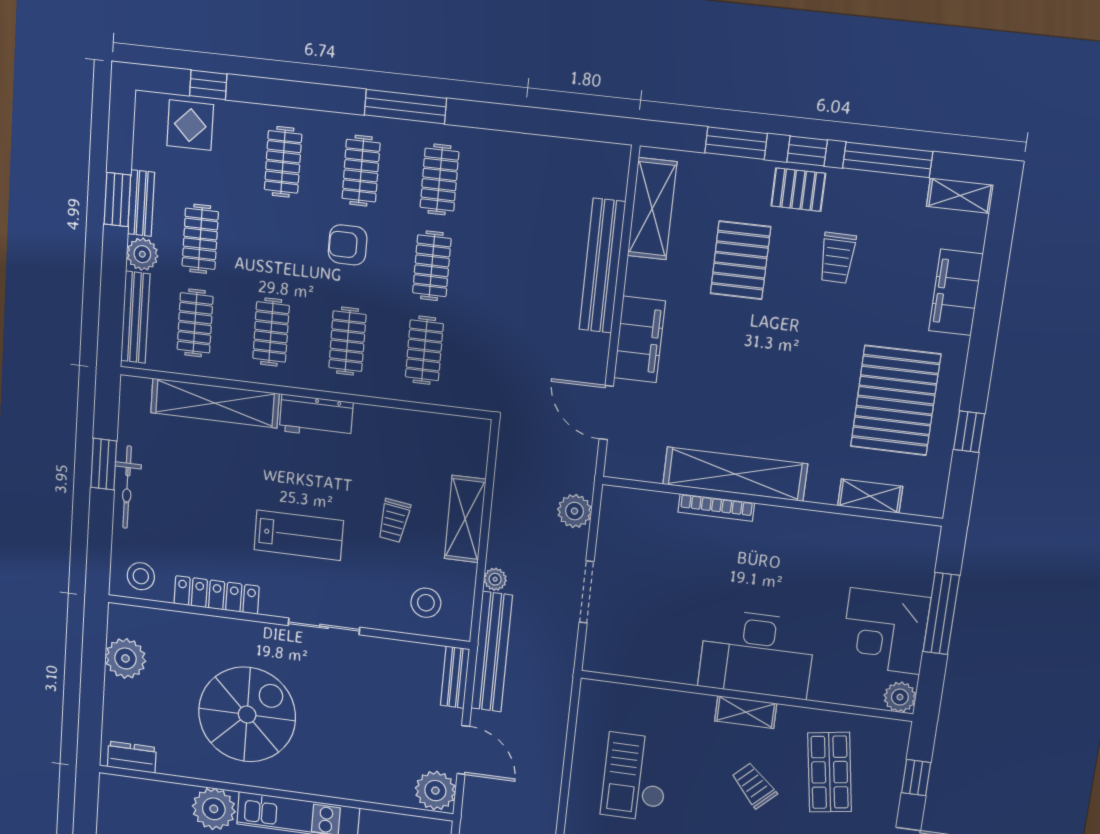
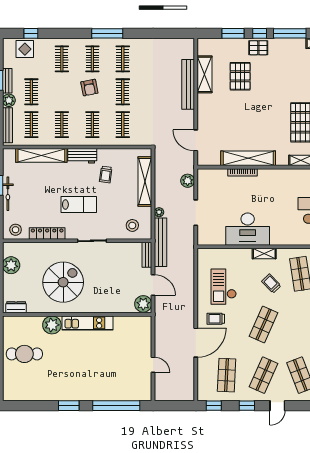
shelving: (652, 209) -> (205, 74), moved
armchair: (348, 245) -> (89, 88), turned -101
trolley: (837, 258) -> (276, 71), removed
filing cabinet: (640, 339) -> (205, 111), removed
shelving: (465, 519) -> (145, 181), width x1.47
trolley: (394, 521) -> (106, 175), moved
desk: (757, 654) -> (248, 229), moved

